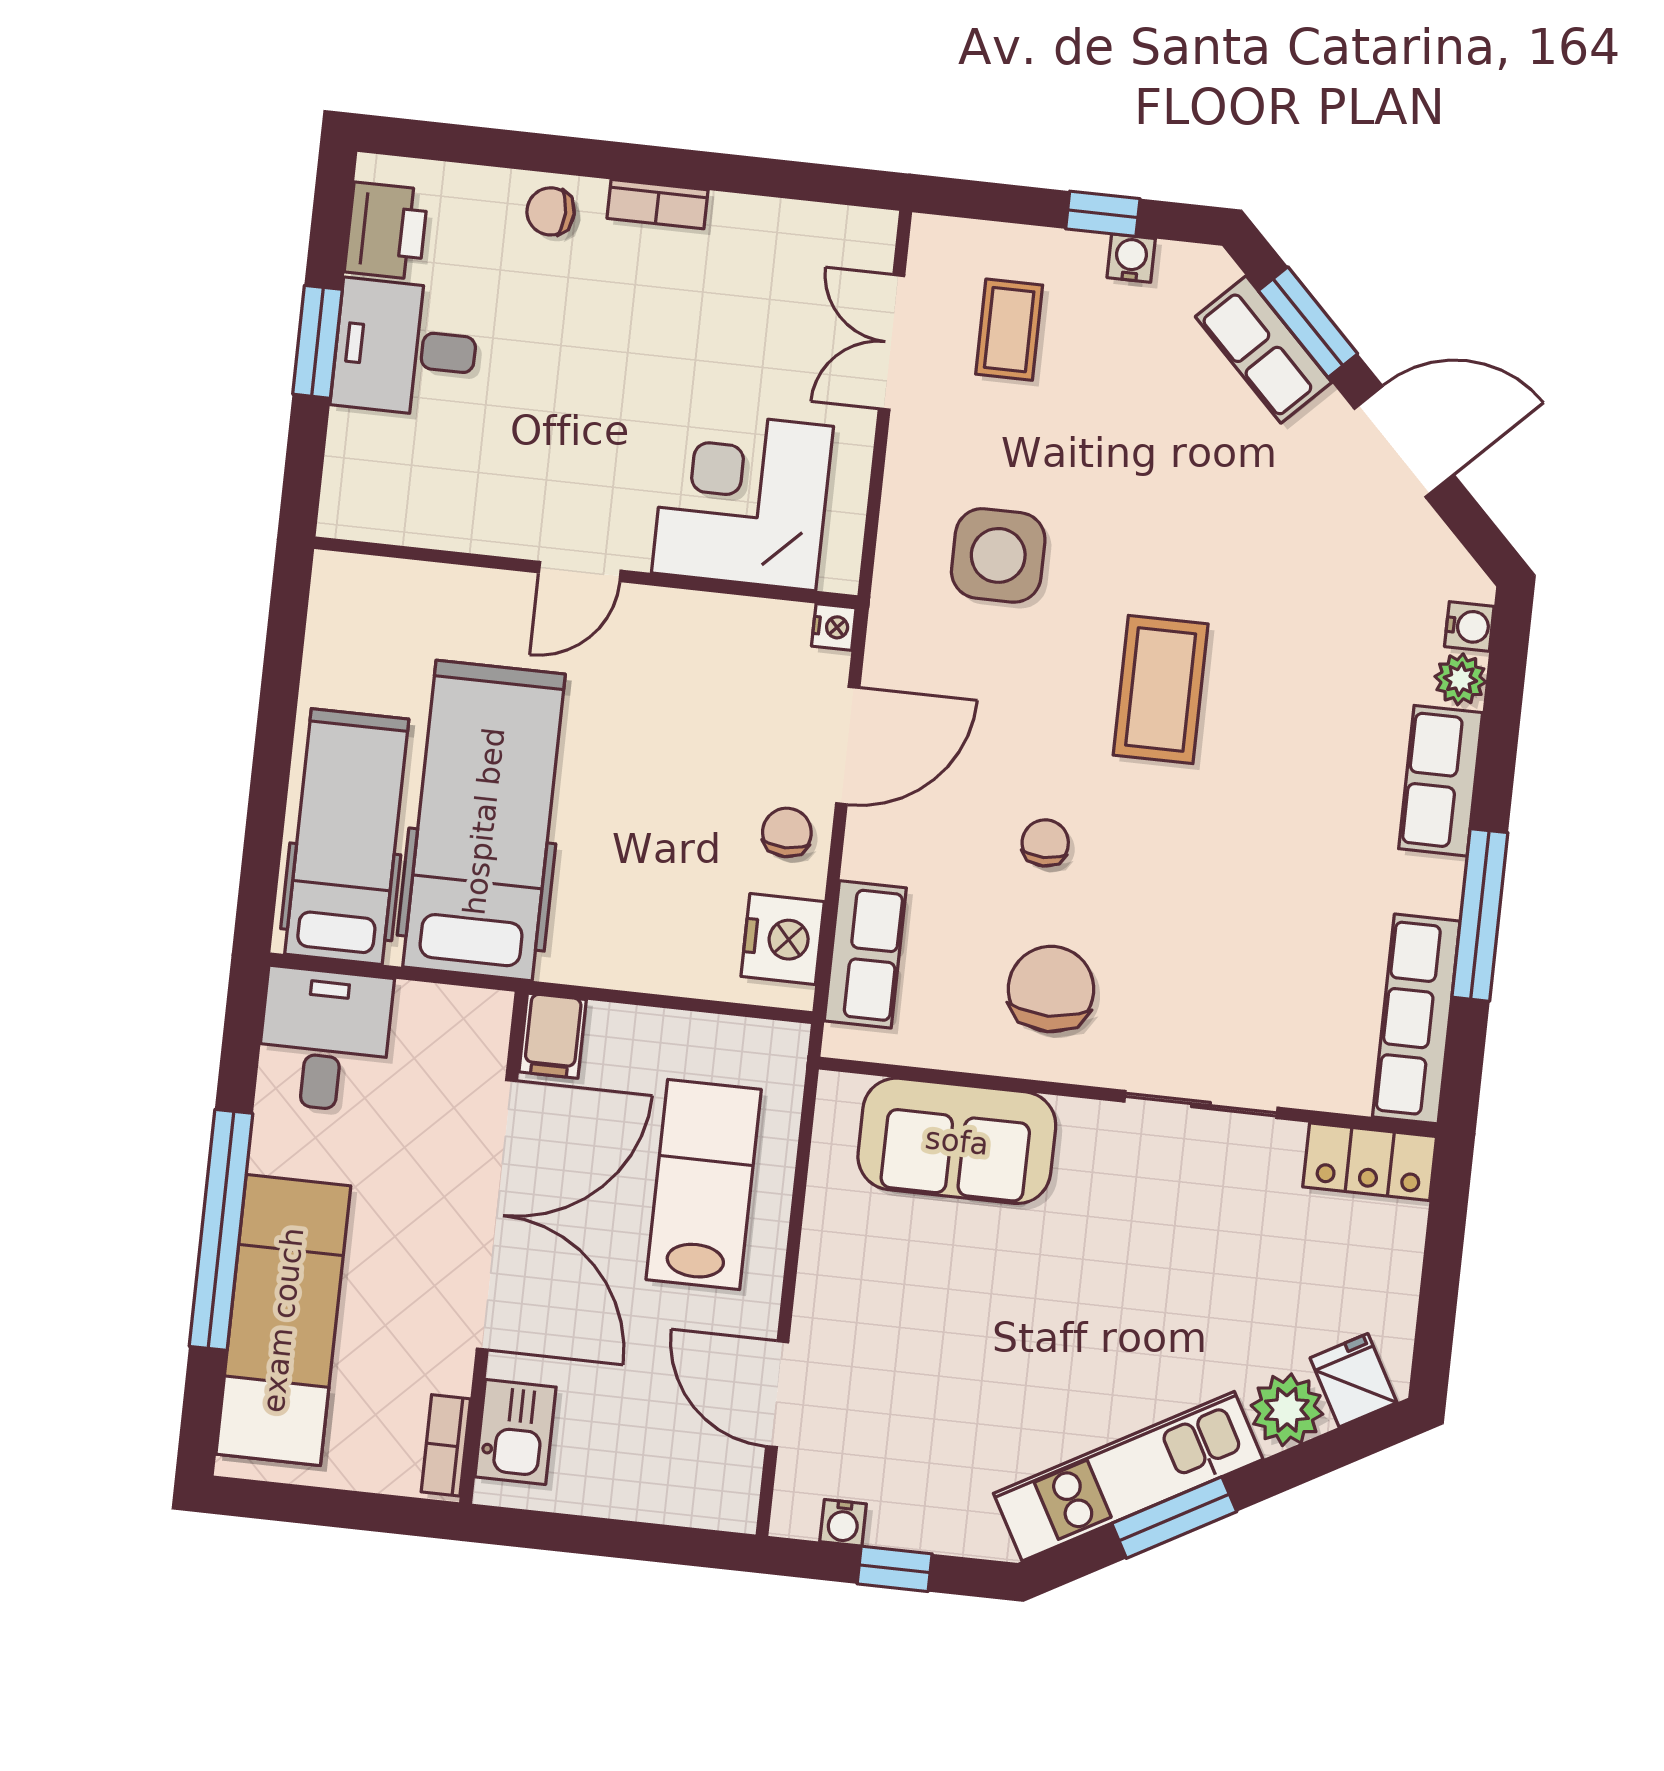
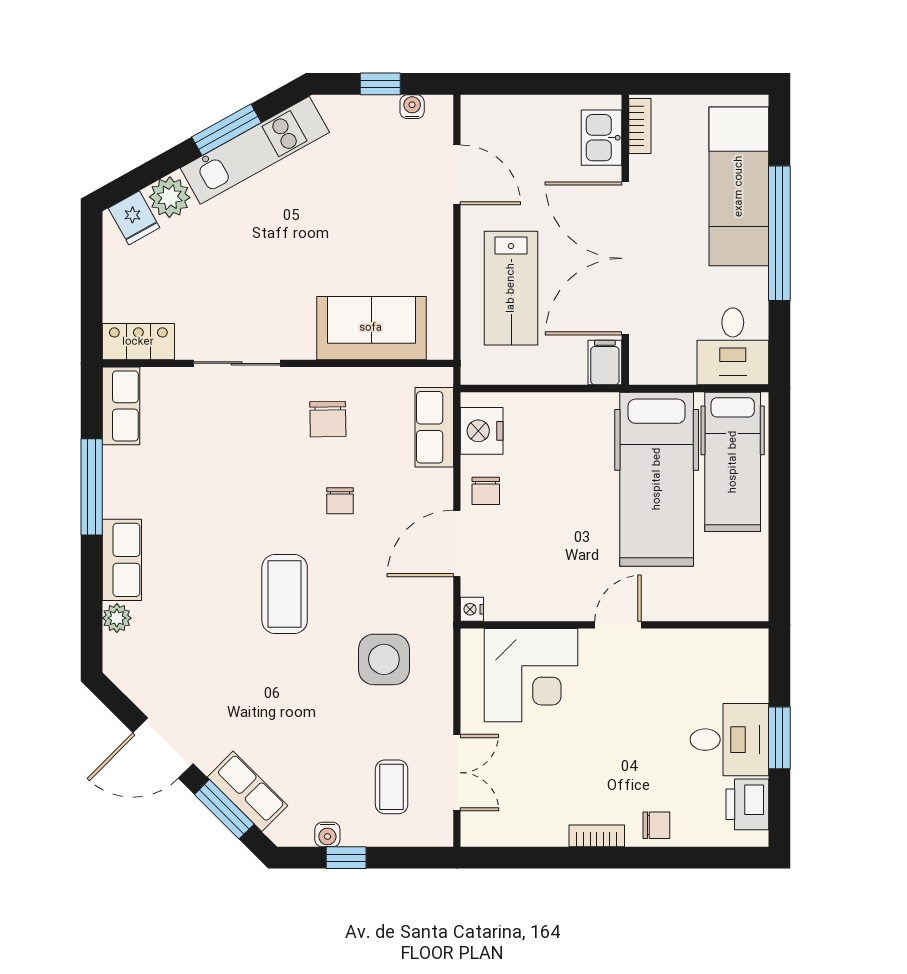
water cooler: (1469, 626) -> (115, 648), removed
chair: (1051, 989) -> (328, 419), width x0.73, depth x0.73
row of seats: (1416, 1019) -> (121, 406), width x0.68

